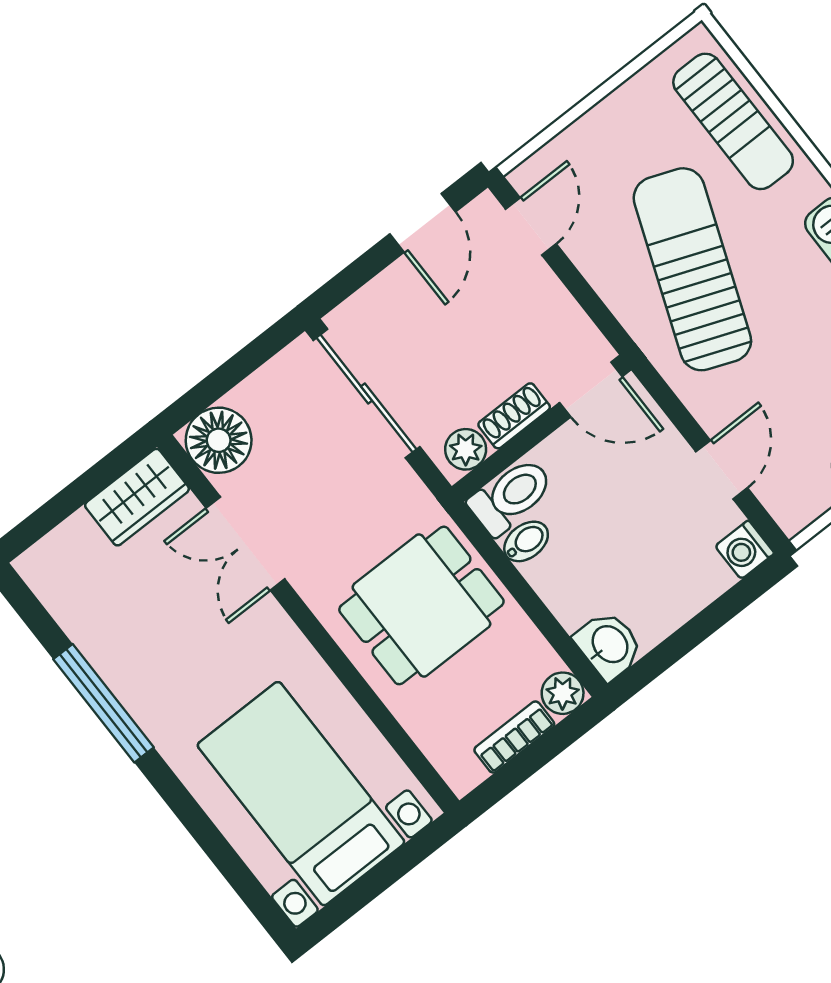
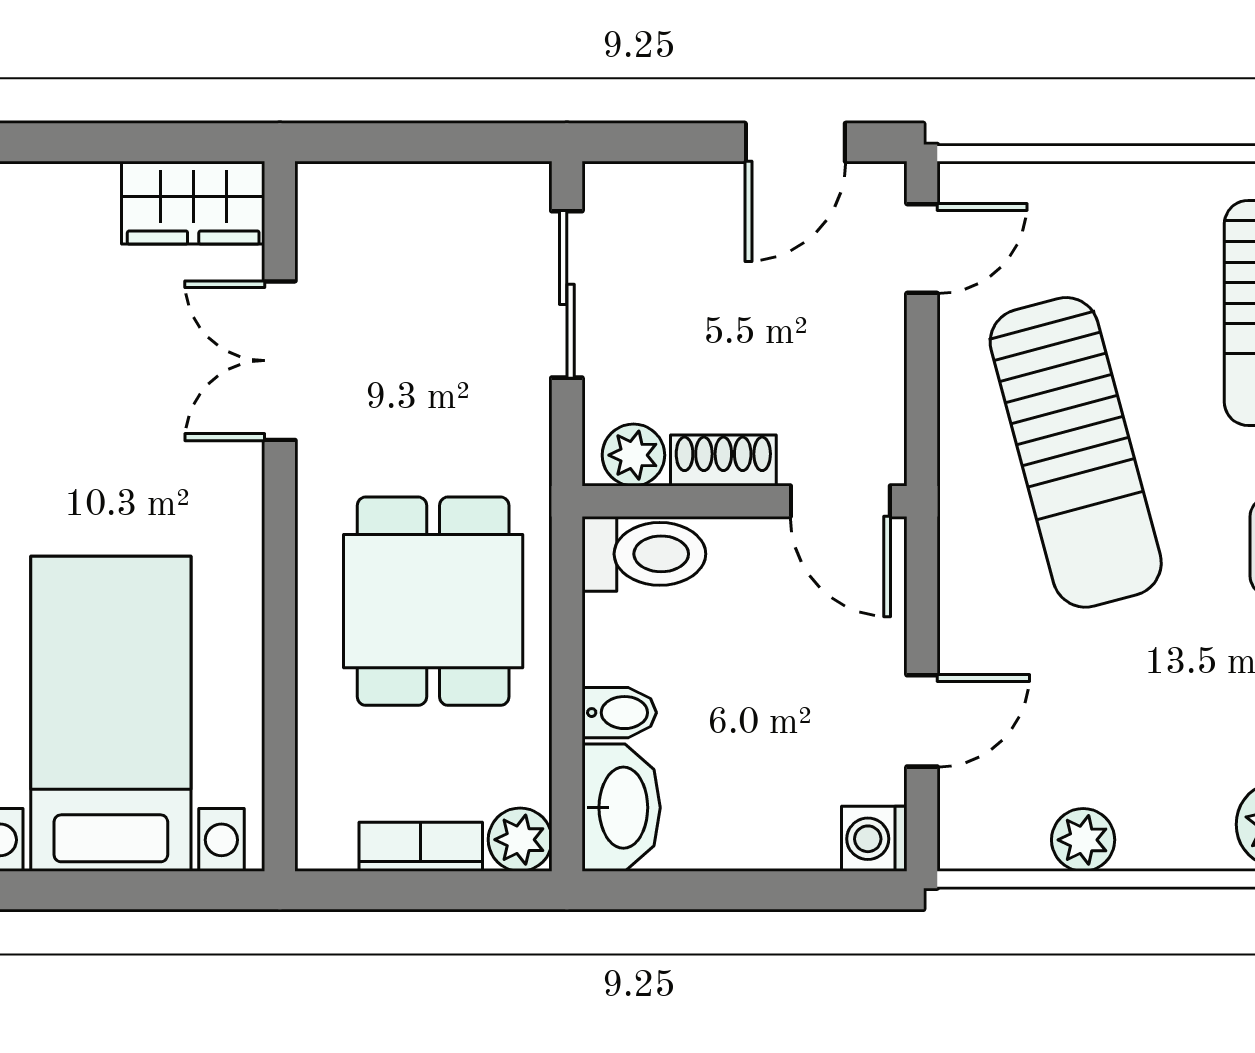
sun lounger: (692, 269) -> (1076, 452), turned 144
sliding door: (367, 393) -> (567, 294), width x0.73
floor lamp: (219, 440) -> (345, 211), removed
bidet: (526, 541) -> (619, 713), moved
dining table: (421, 605) -> (433, 601), turned 90
washbasin: (609, 645) -> (621, 808), width x1.38

